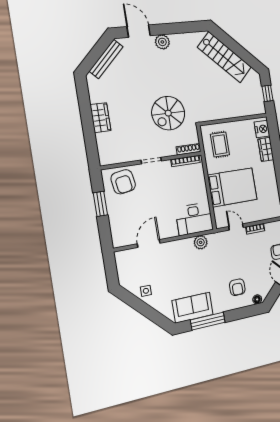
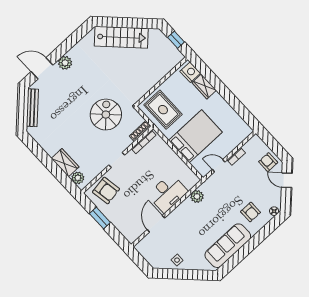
spiral stairs: (168, 113) -> (106, 115), turned 180
wardrobe: (100, 118) -> (65, 163), moved
rug: (220, 144) -> (163, 110), width x1.36, depth x1.43
plant: (105, 152) -> (78, 178), added
desk: (194, 219) -> (168, 193), moved
sofa: (193, 308) -> (228, 246), width x1.36
window: (208, 321) -> (242, 253), removed

